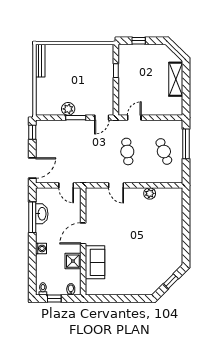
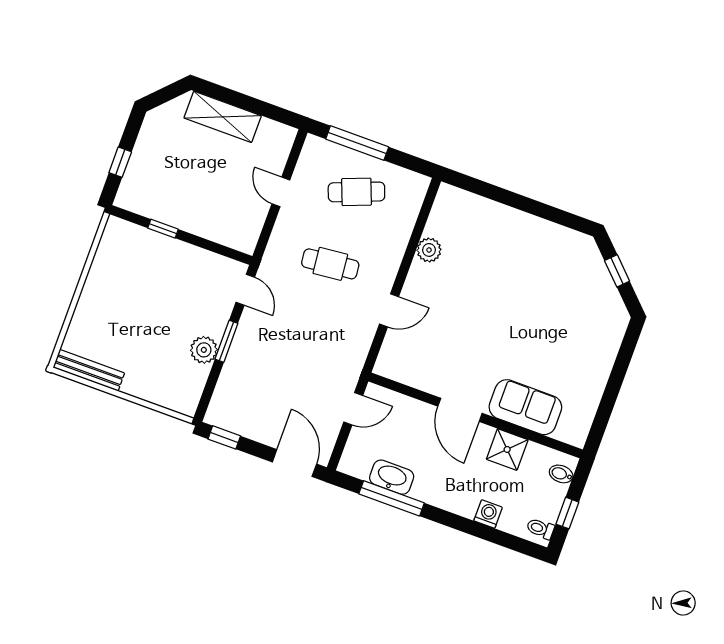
door: (134, 118) -> (281, 192), moved
washing machine: (41, 248) -> (488, 514), moved

